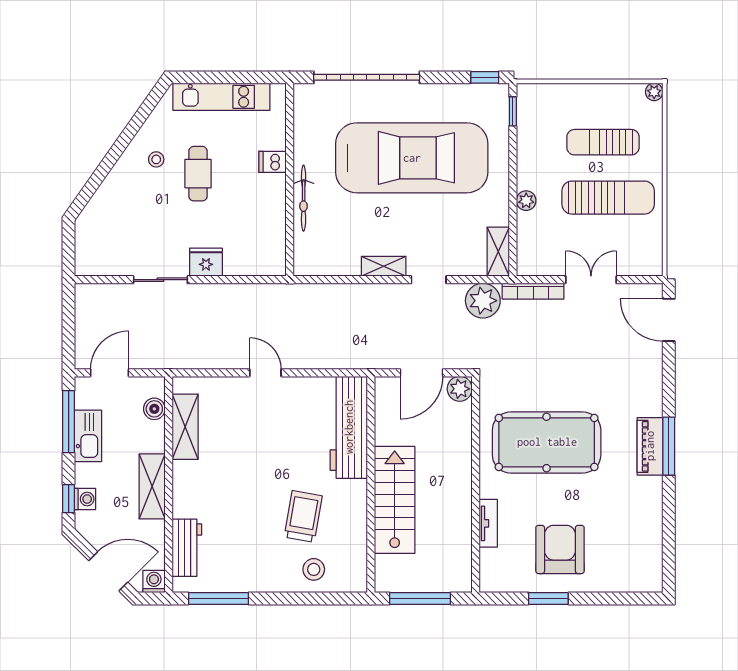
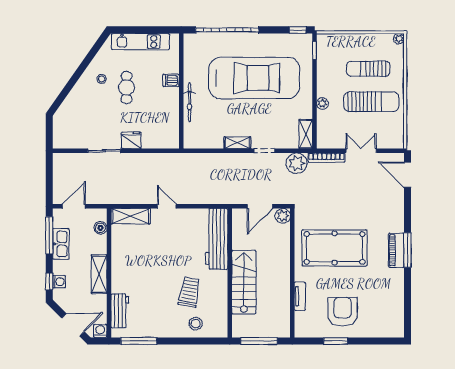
shelving: (185, 427) -> (131, 216), moved, turned 90

